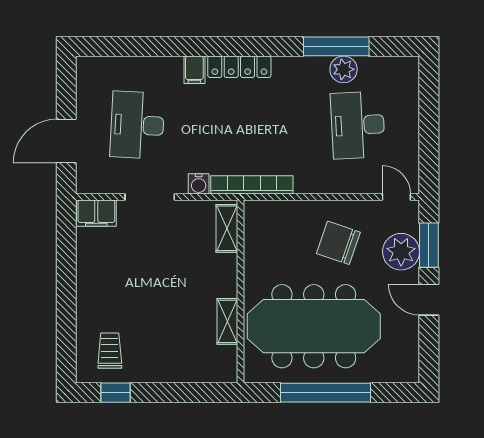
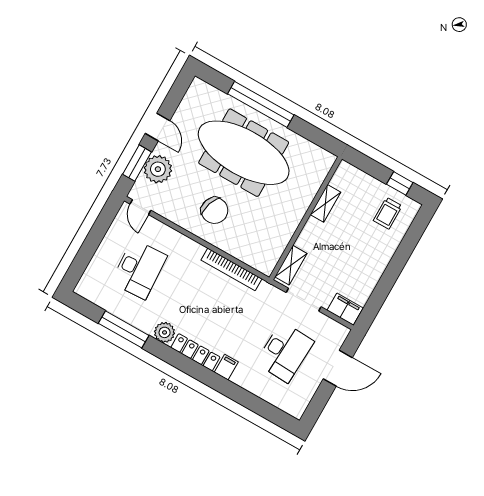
plant: (344, 69) -> (165, 332), moved
water cooler: (199, 184) -> (266, 290), removed
shelving: (227, 228) -> (291, 265), moved
chair: (338, 243) -> (214, 210), moved
wall: (240, 292) -> (306, 218), moved
shelving: (227, 321) -> (326, 203), moved

